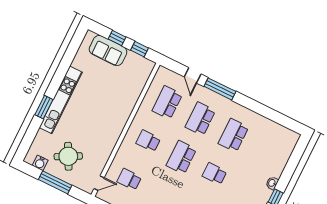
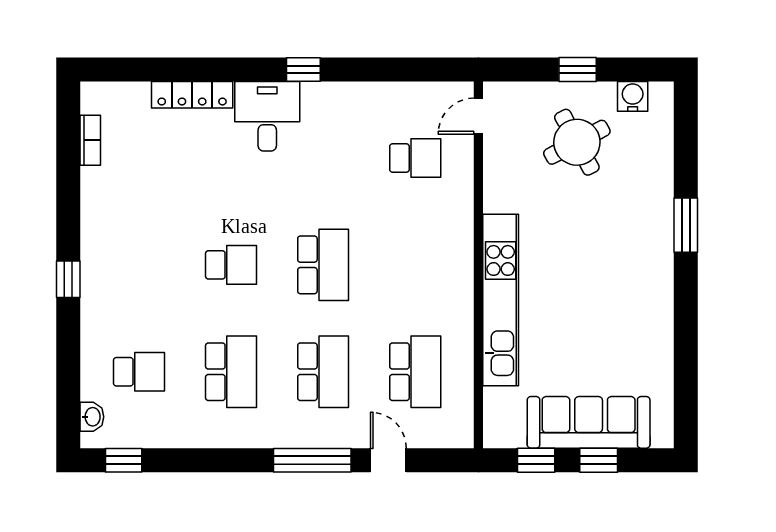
sofa: (108, 51) -> (589, 422), width x1.36
kitchen unit: (61, 100) -> (501, 300), moved, turned 180
window: (288, 122) -> (124, 460), added
school desk: (148, 141) -> (139, 372), moved
window: (55, 182) -> (578, 69), width x0.46
washbasin: (272, 183) -> (92, 417), moved

